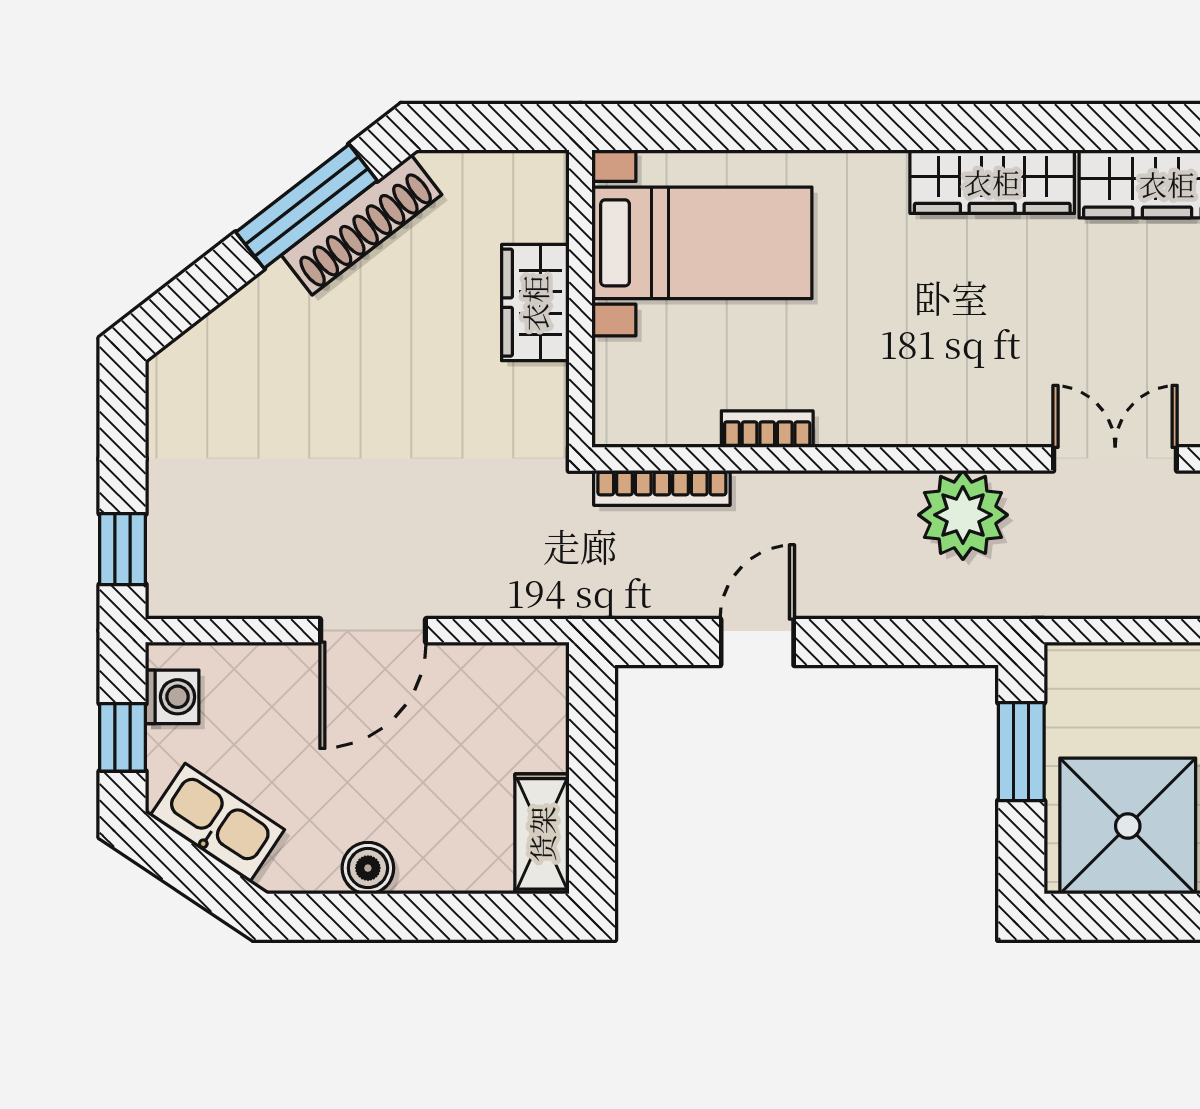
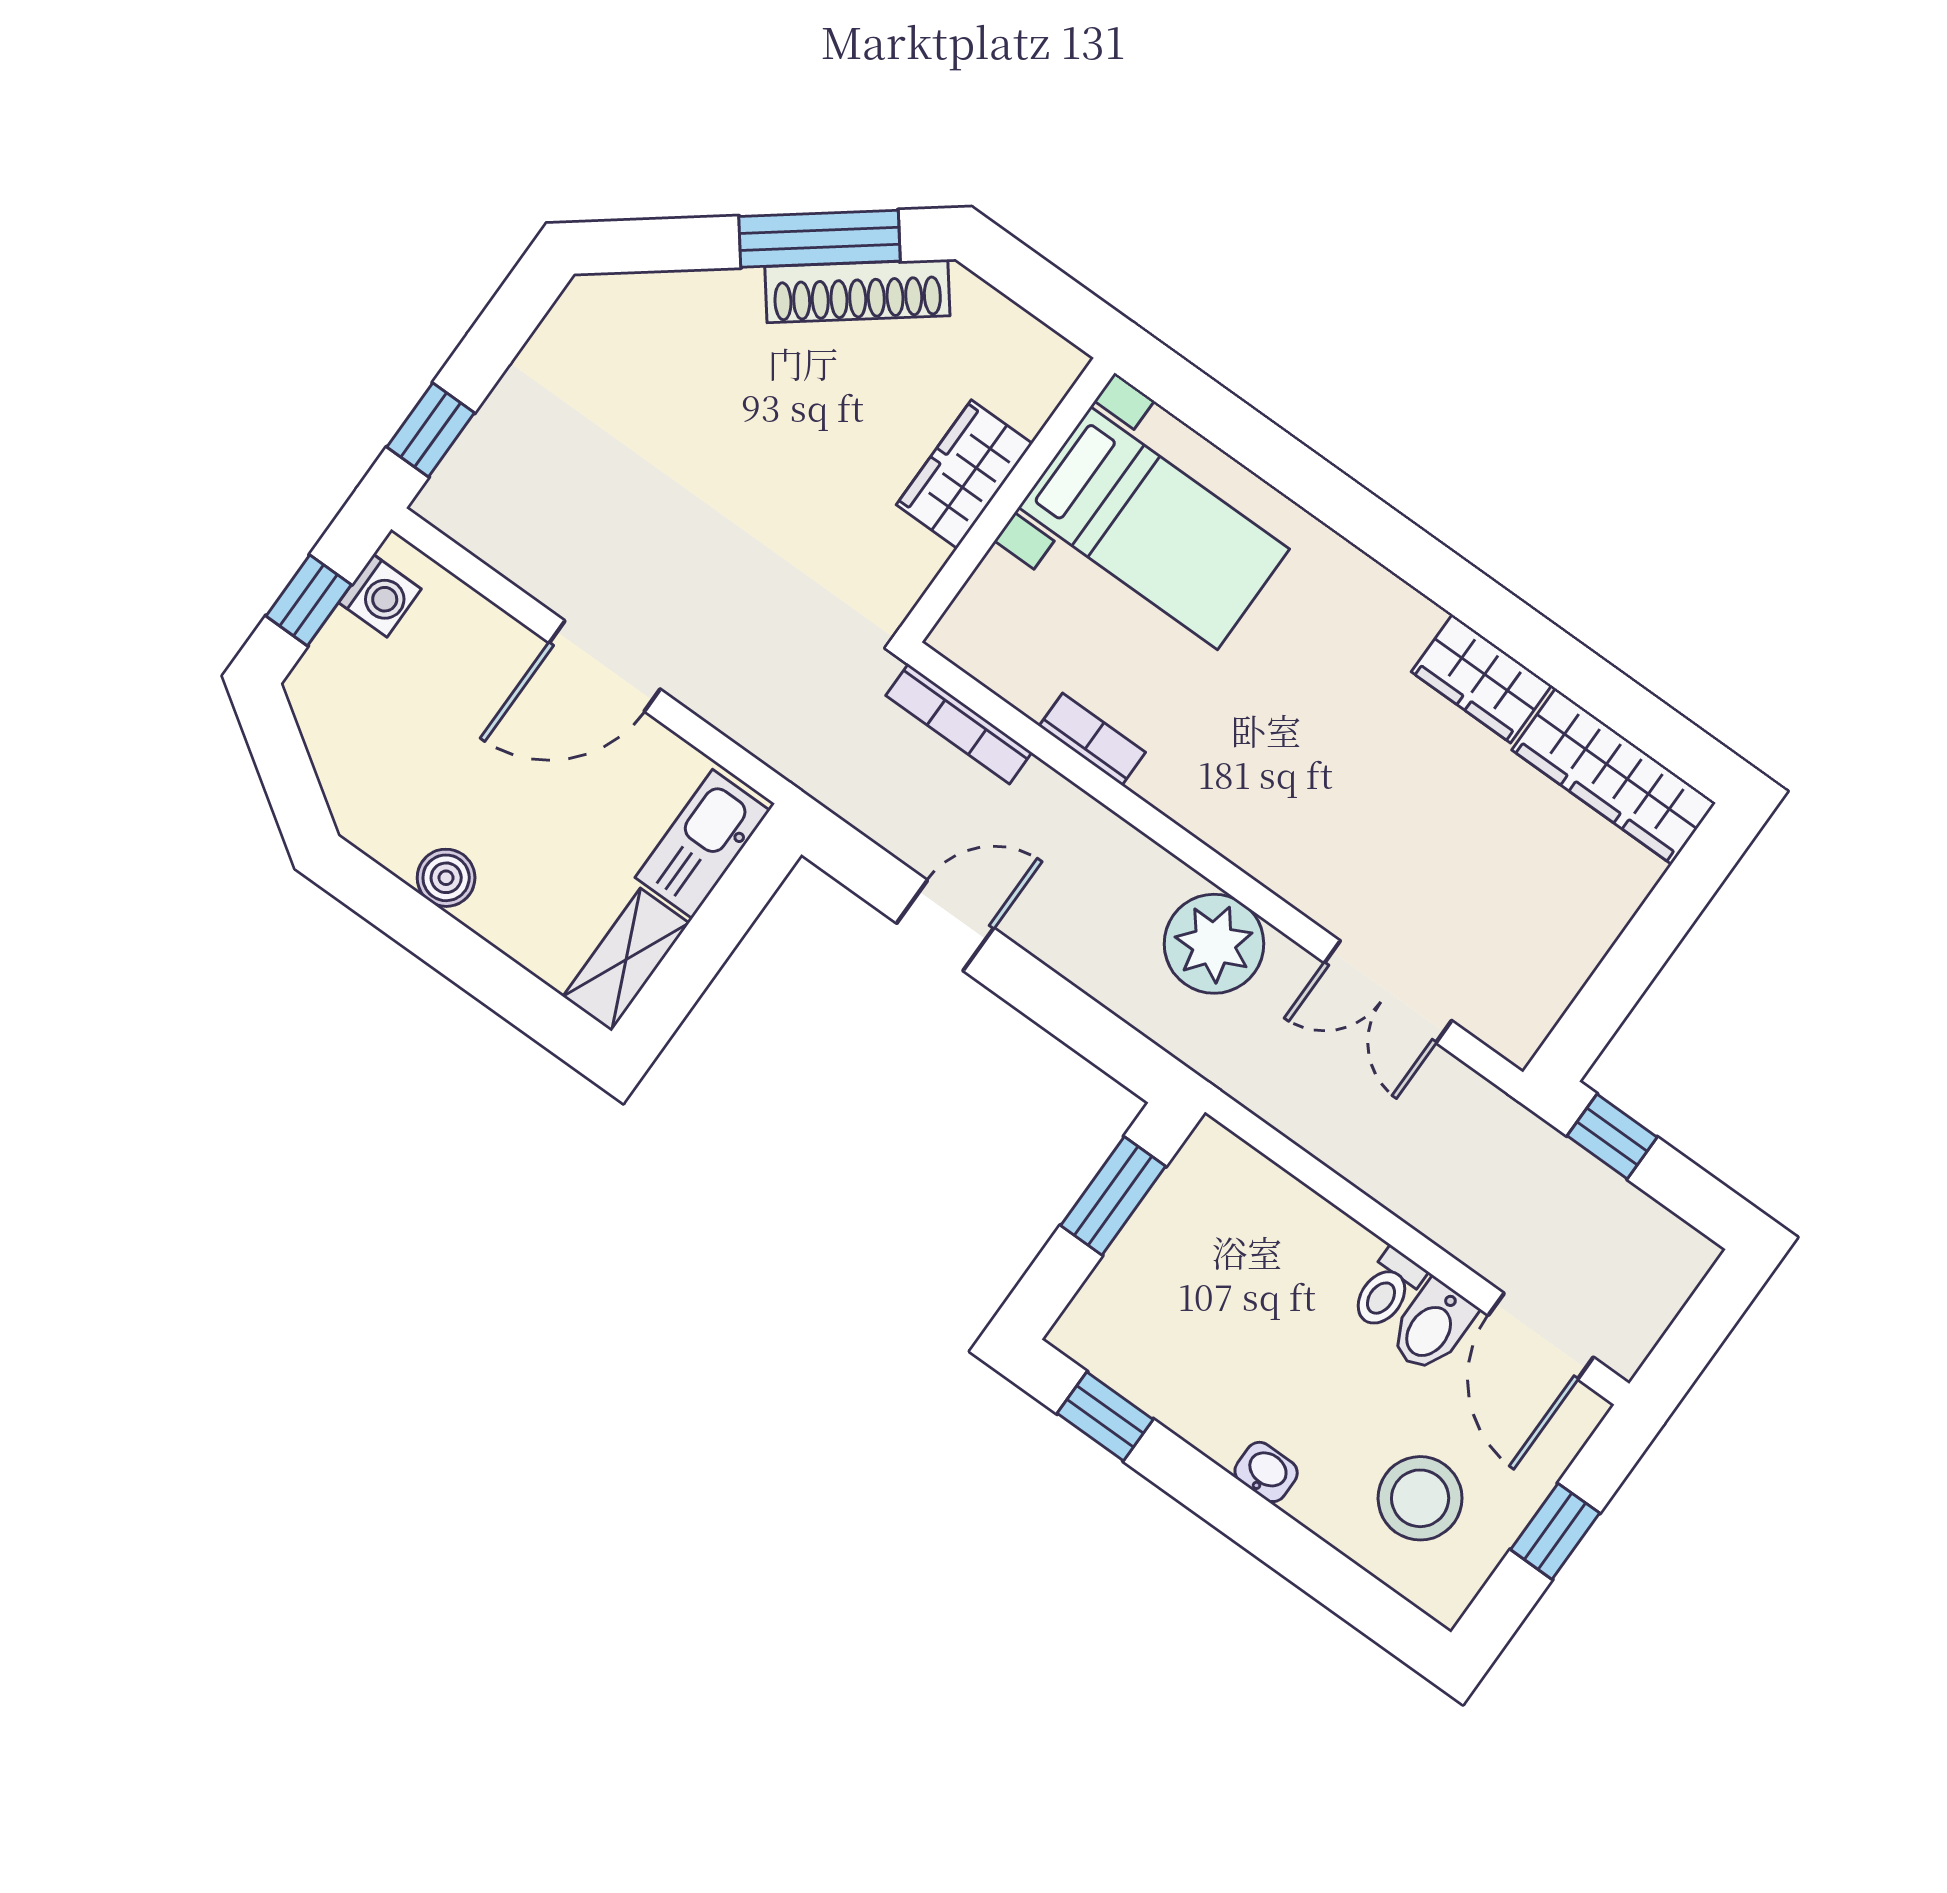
wardrobe: (992, 182) -> (1481, 679), width x0.67
double door: (1115, 459) -> (1388, 992), swing flipped
kitchen sink: (217, 823) -> (702, 844), moved, turned -124
shower: (1128, 826) -> (1162, 1332), removed
window: (1131, 917) -> (1105, 1416), added

